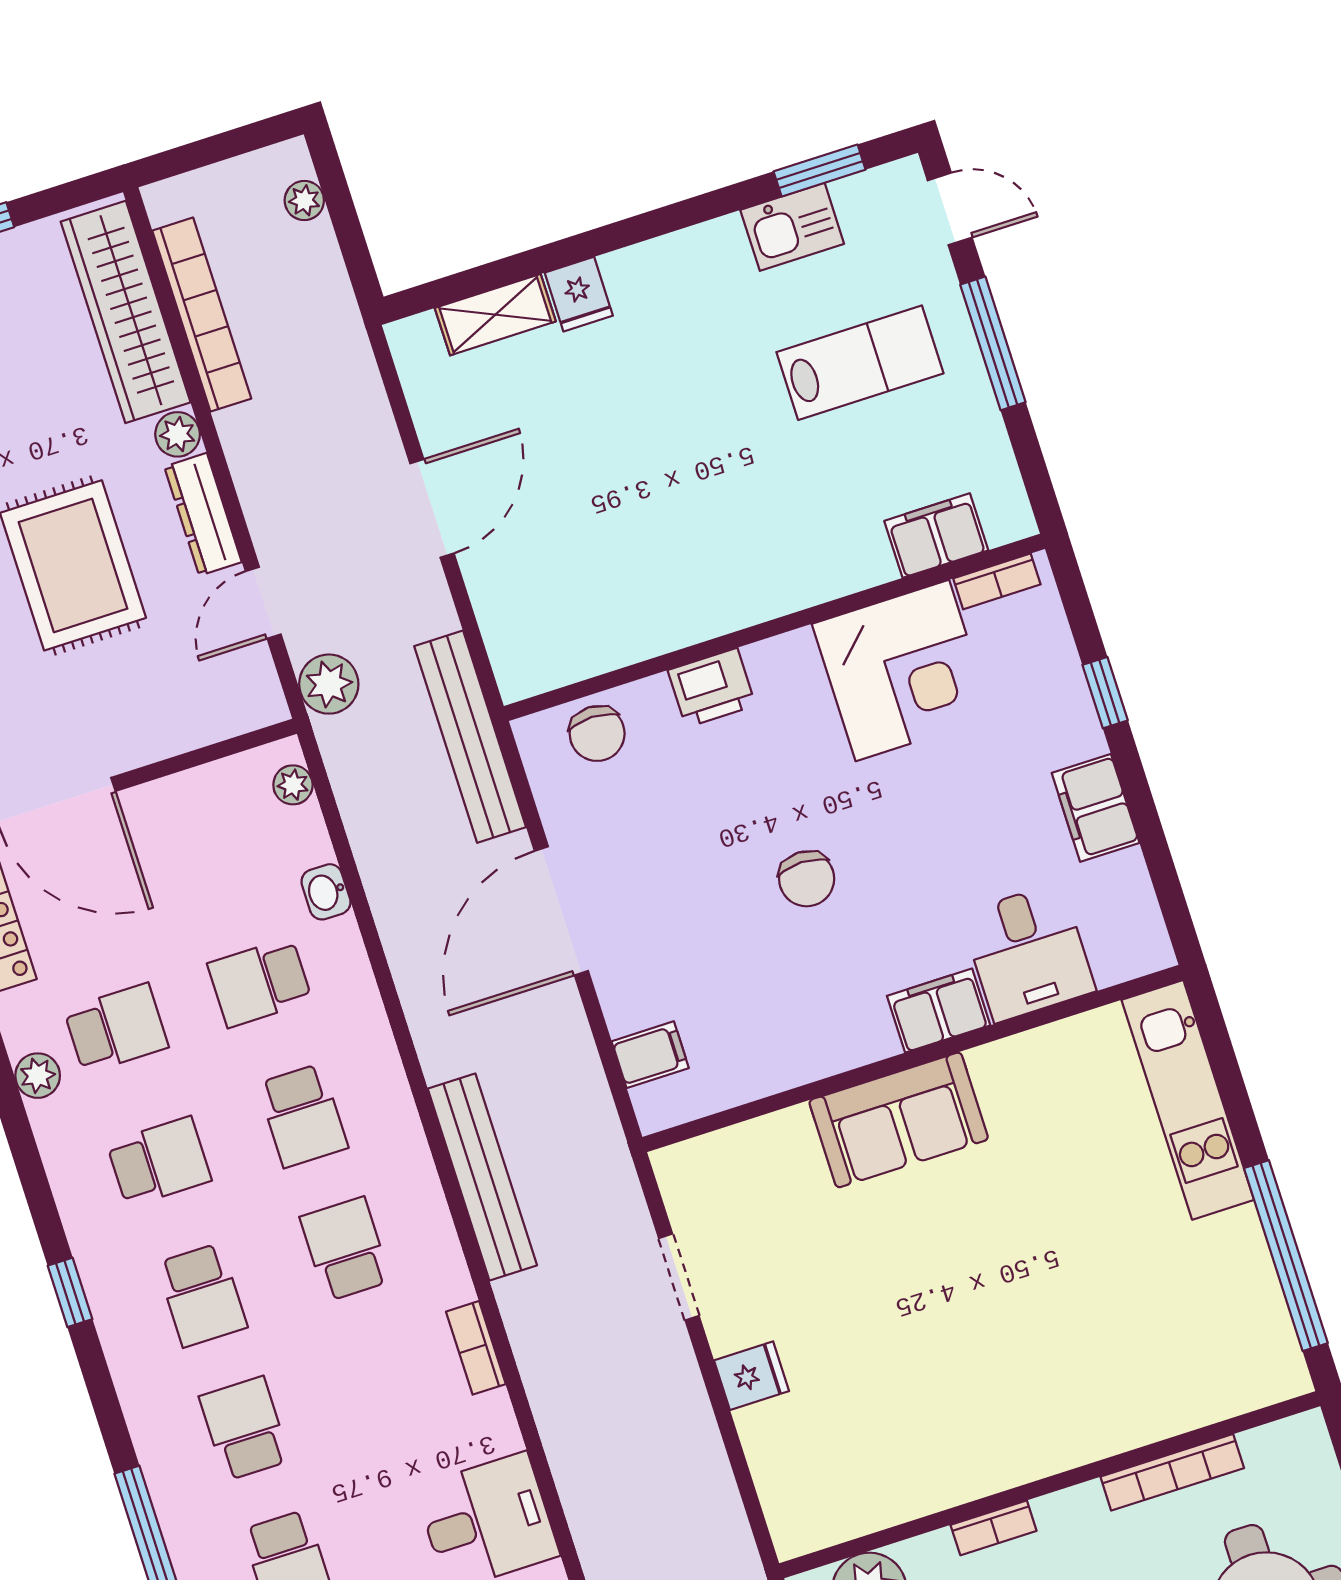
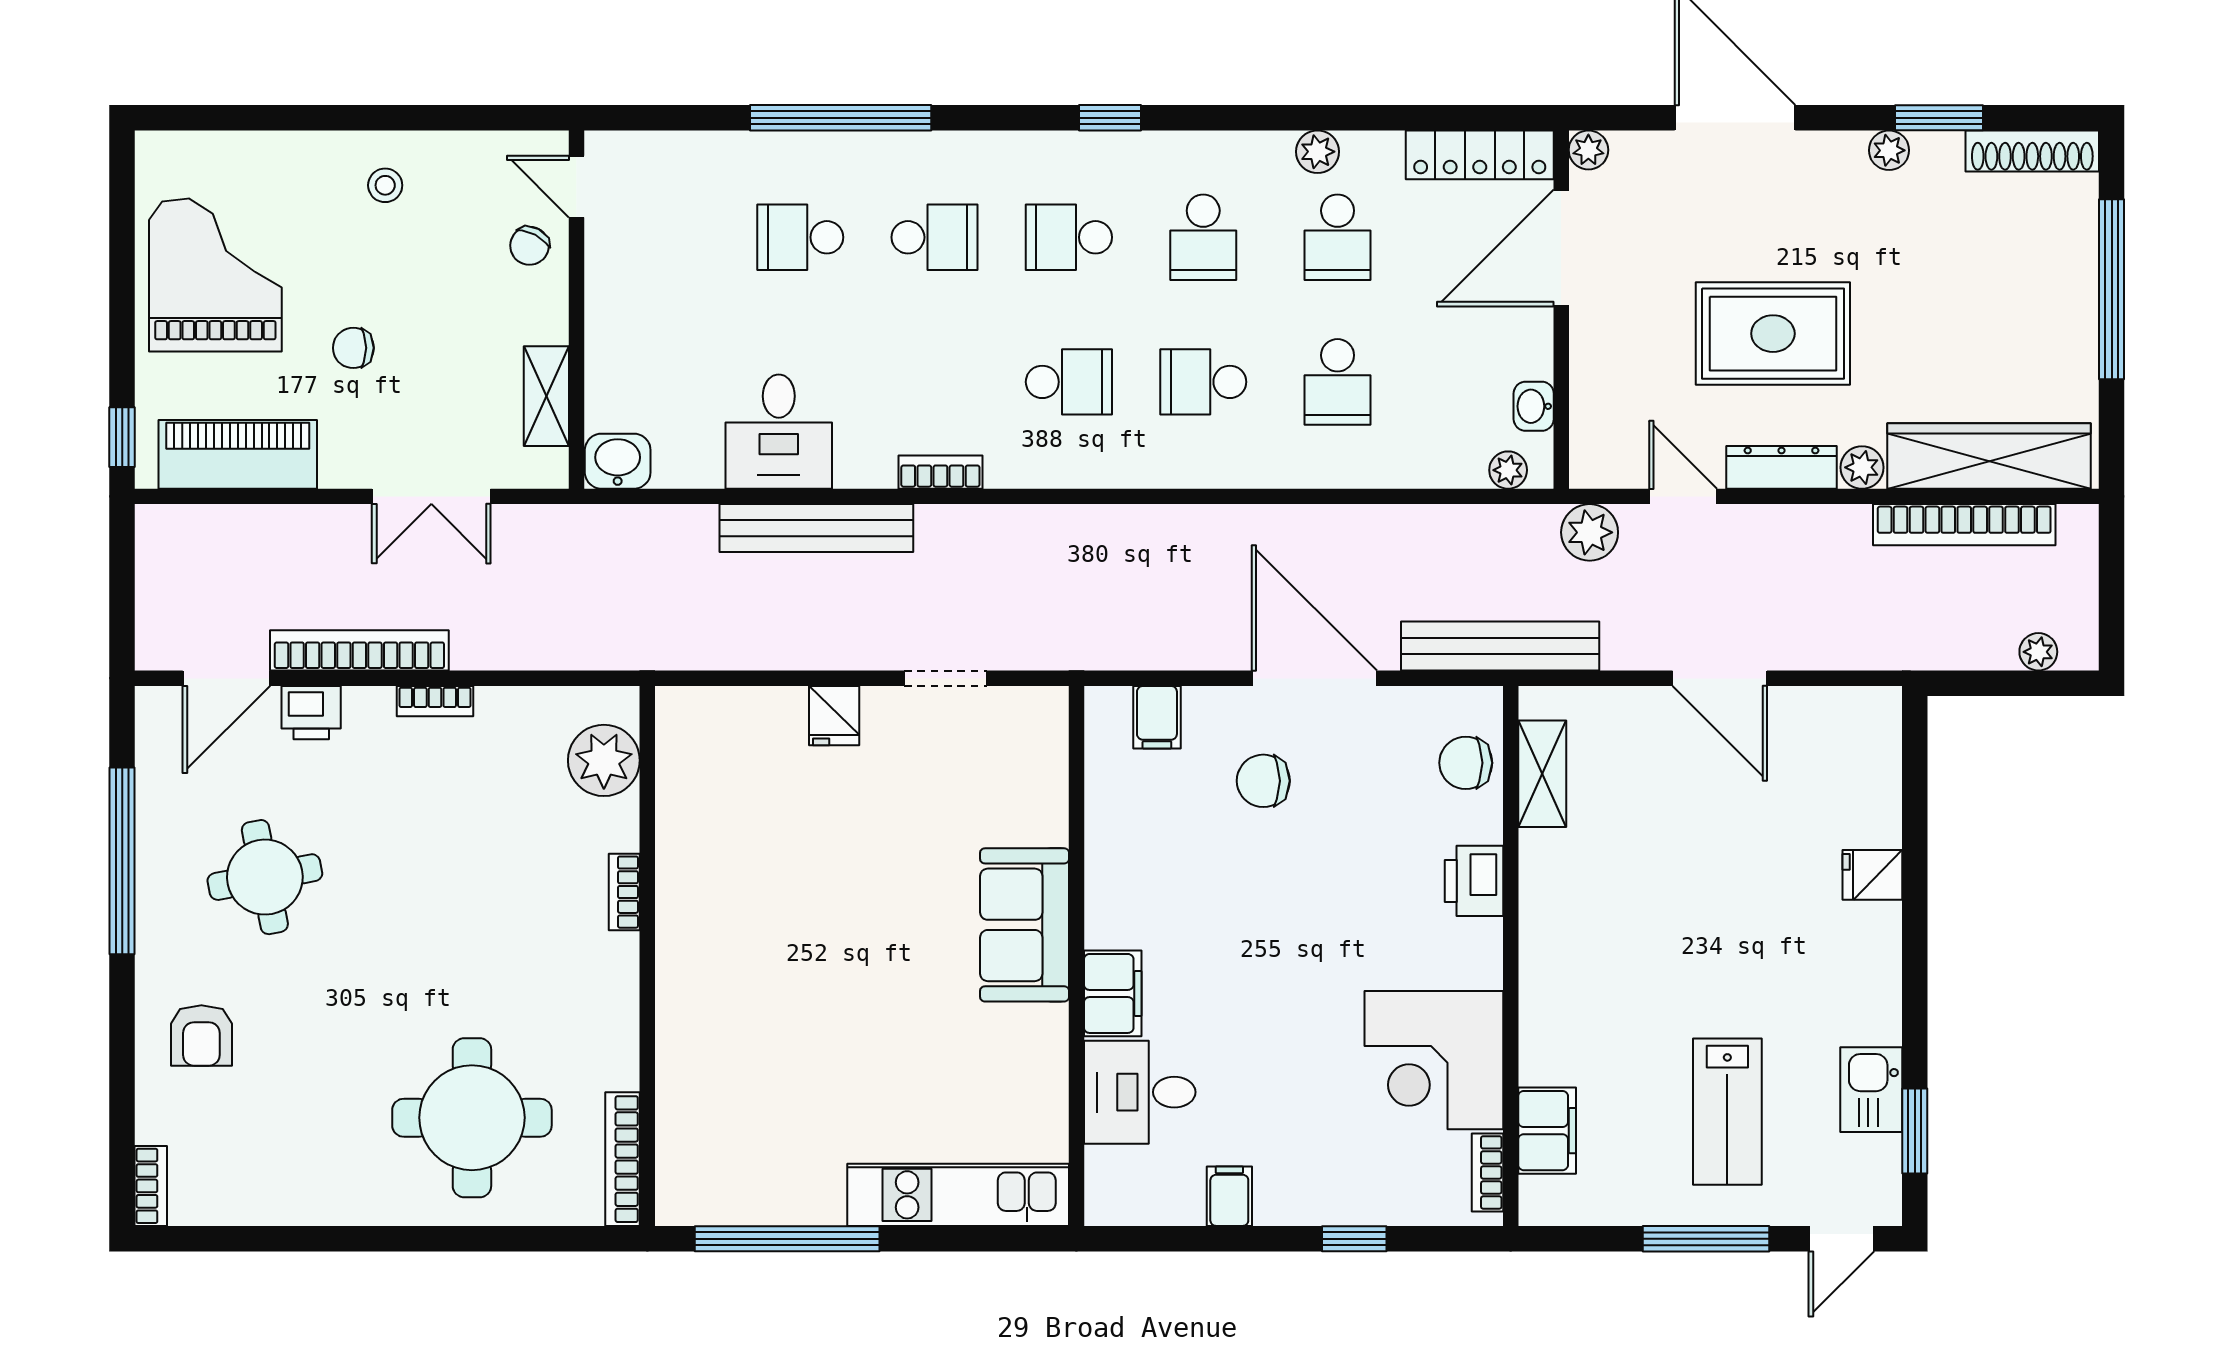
shelving: (495, 315) -> (1542, 774), moved
filing cabinet: (1096, 808) -> (1229, 1196), width x0.50
chair: (807, 879) -> (1263, 781), moved
washbasin: (326, 892) -> (1534, 406), moved, turned -90
school desk: (260, 982) -> (1338, 382), turned 180
bench: (482, 1177) -> (816, 528), moved
bookcase: (1172, 1472) -> (623, 1159), moved

